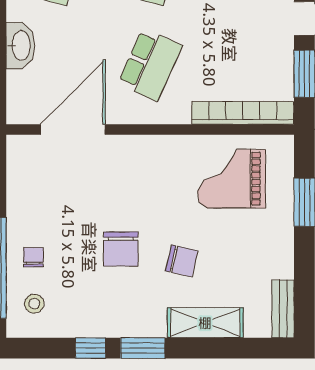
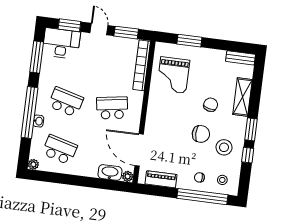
washbasin: (20, 45) -> (110, 172), moved
school desk: (150, 65) -> (112, 108), turned -33
plant: (17, 113) -> (128, 176), added
piano: (20, 181) -> (161, 179), added
stool: (100, 299) -> (224, 147), added

